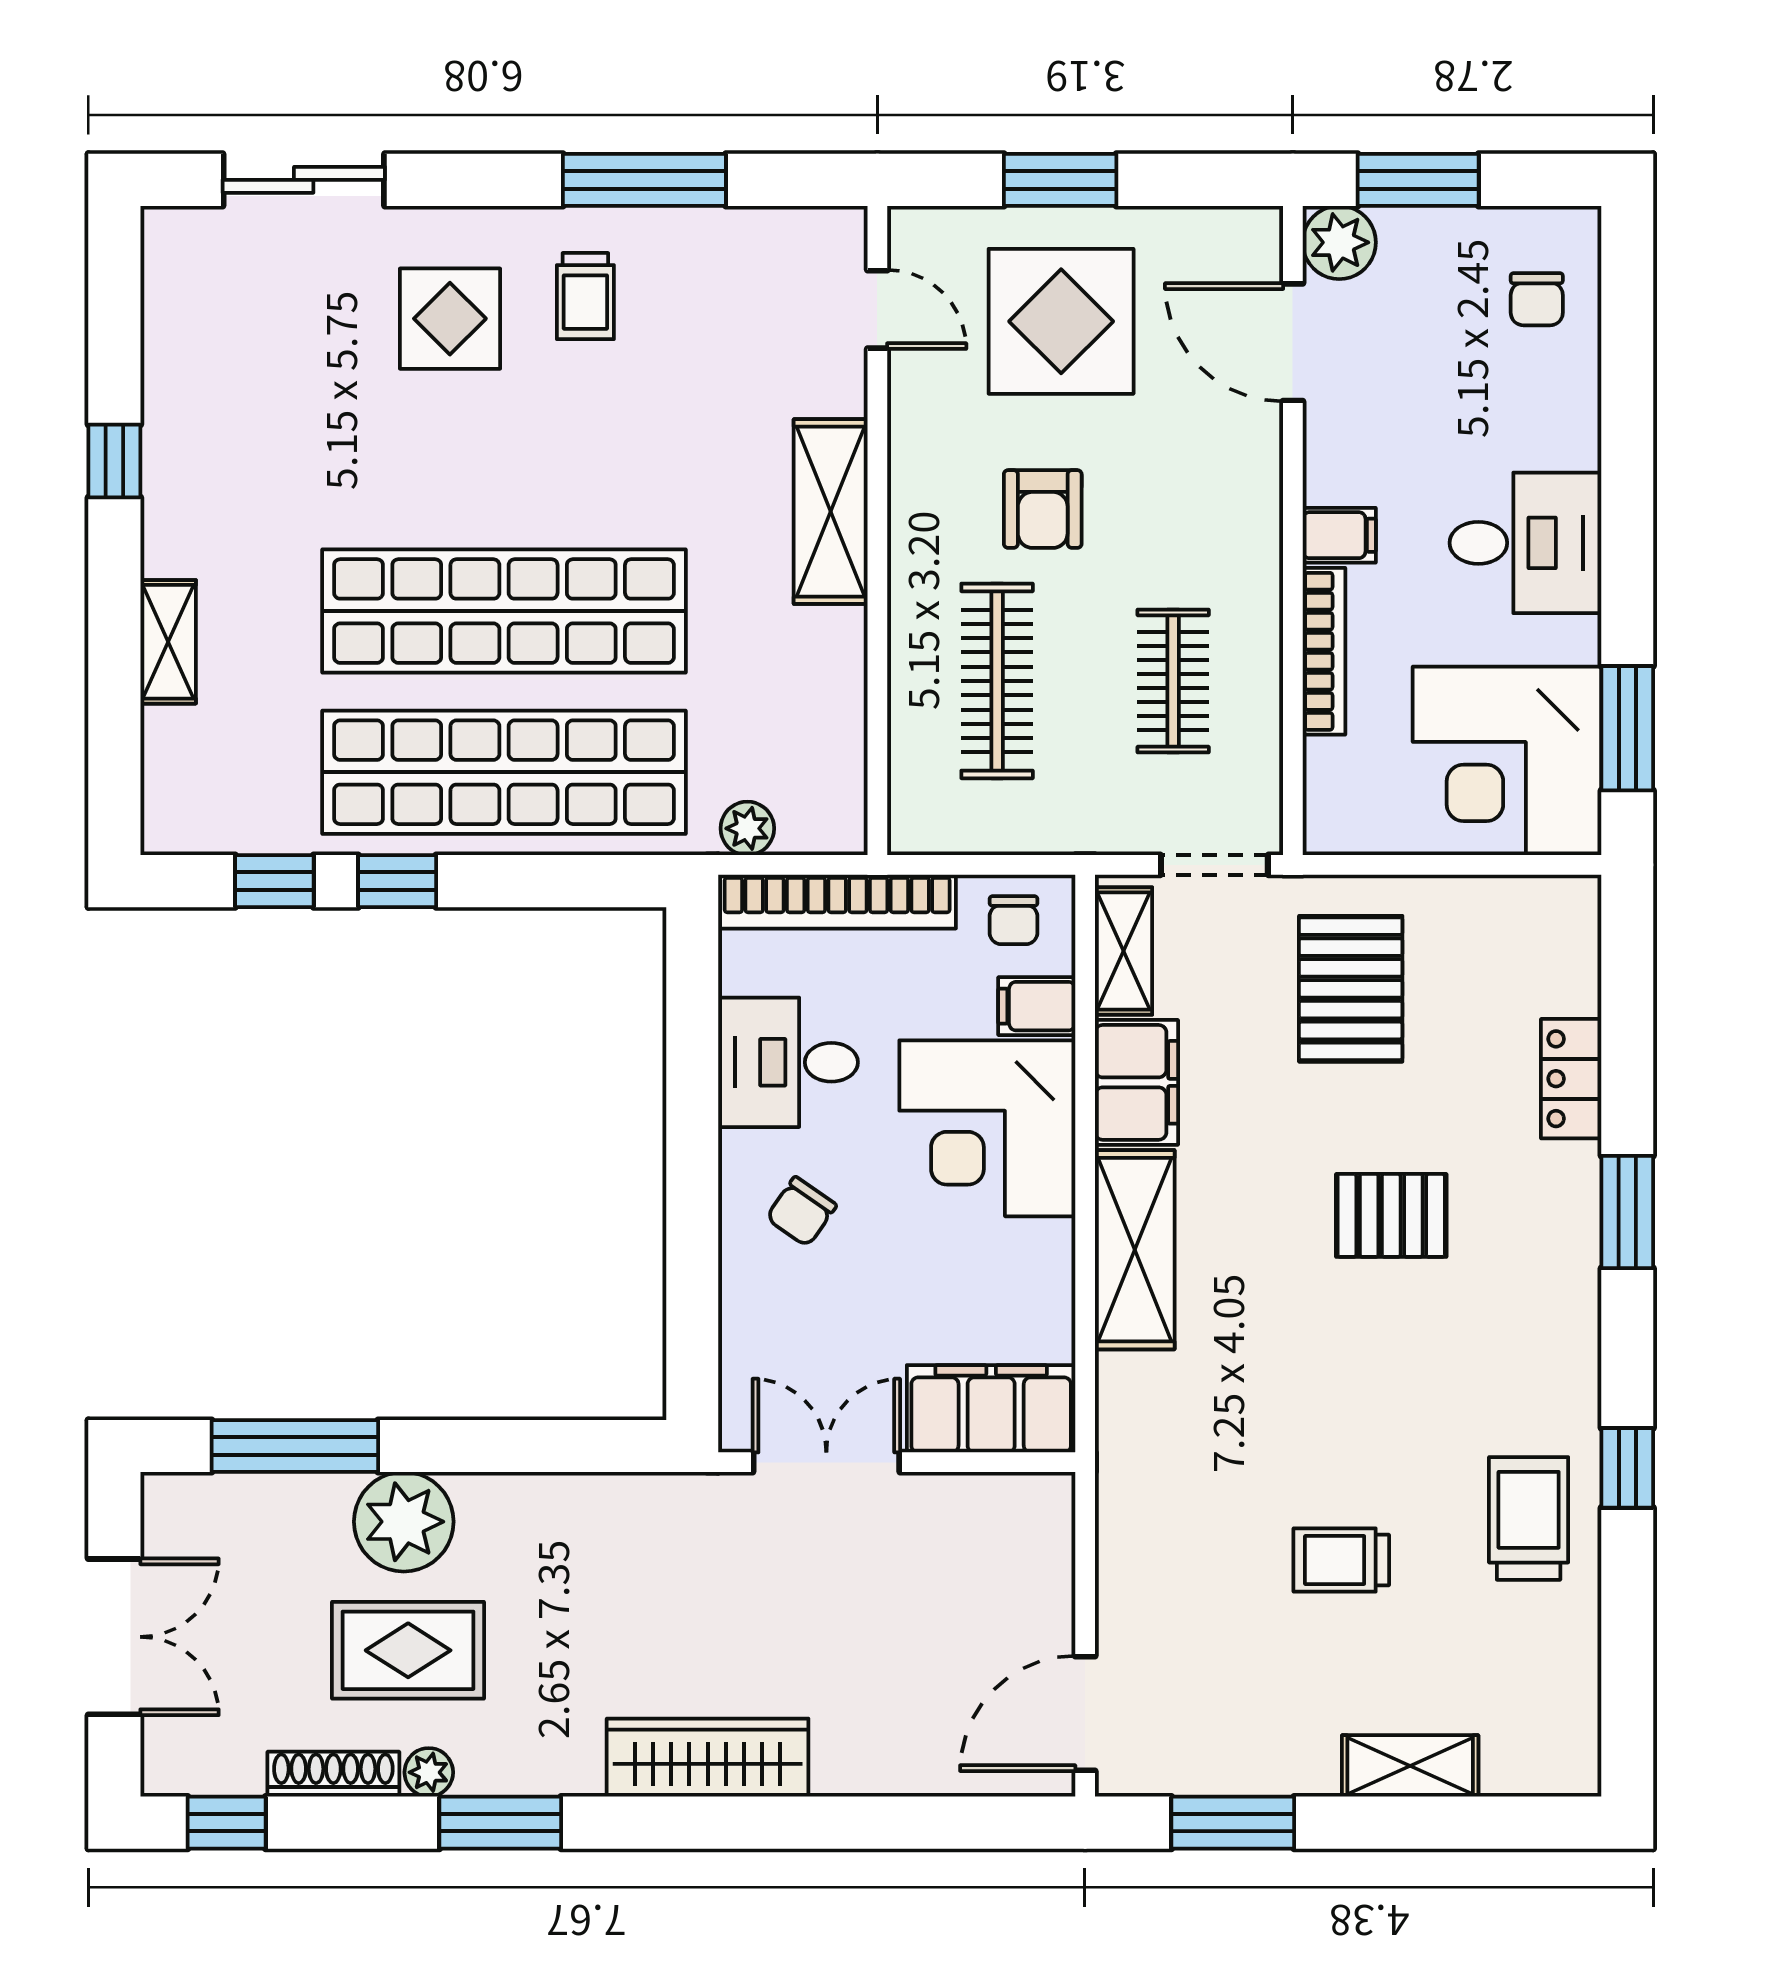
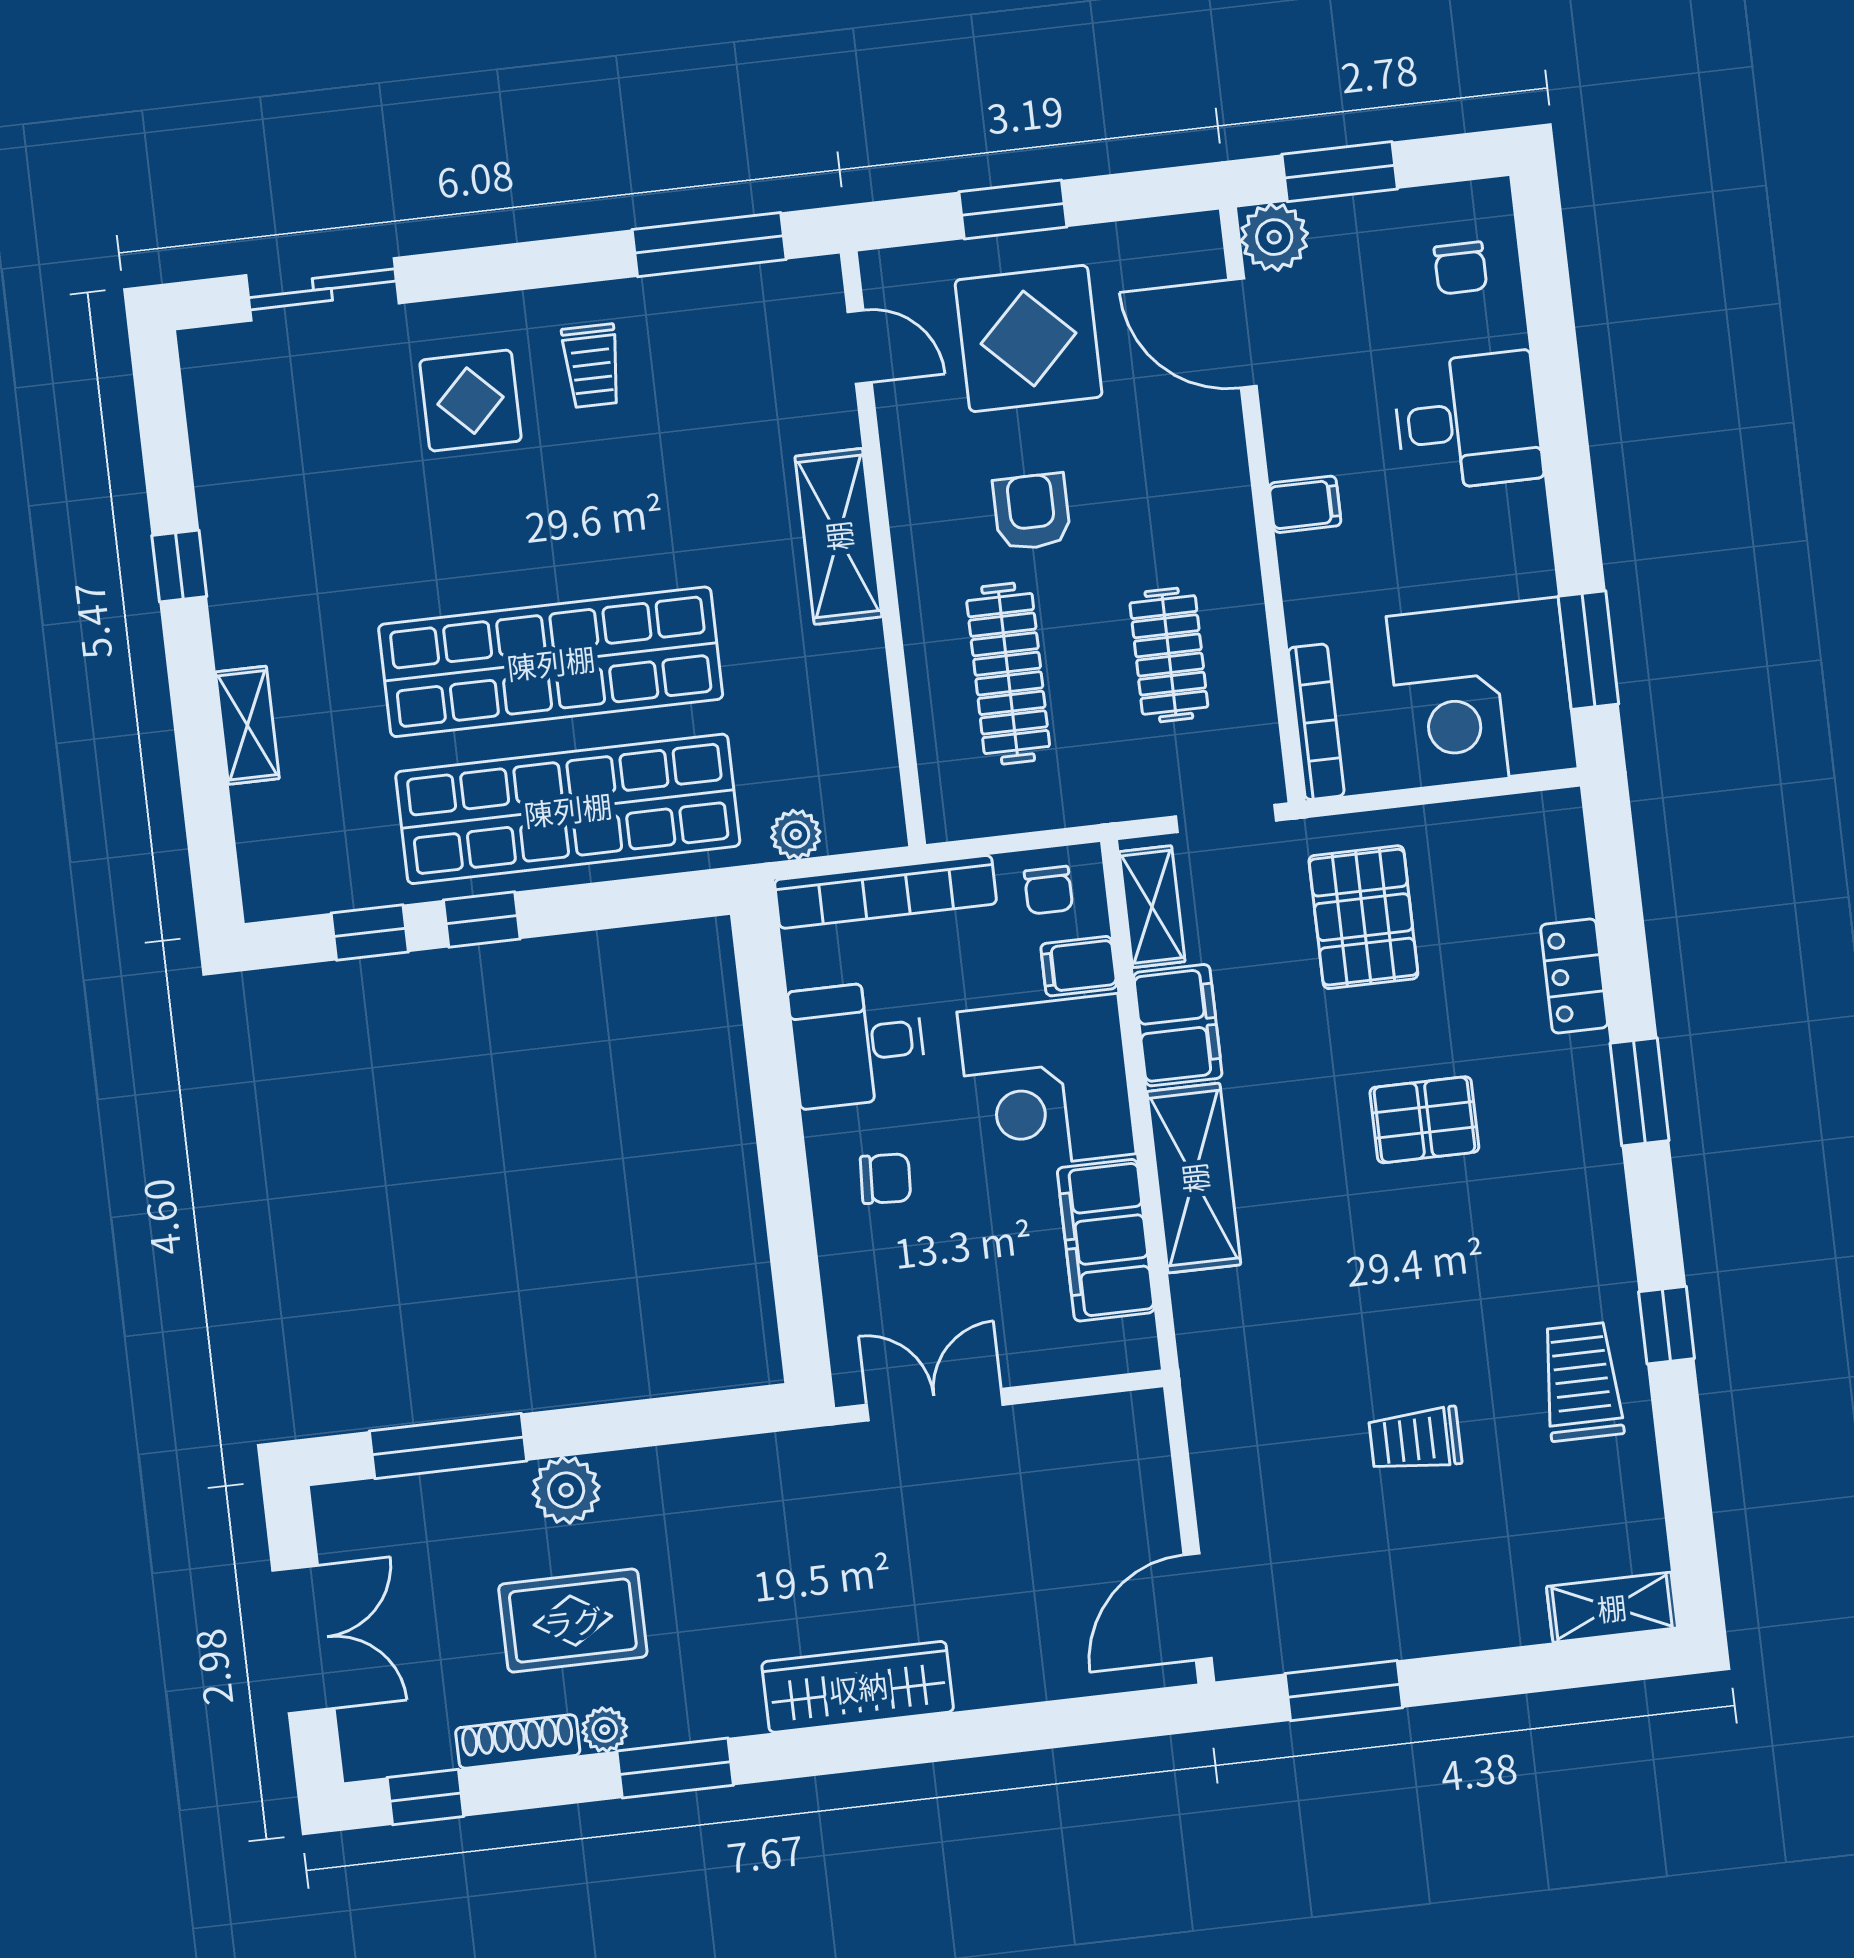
window: (644, 180) -> (709, 245), moved
armchair: (1043, 509) -> (1032, 512), turned 180
desk: (1525, 543) -> (1468, 421), moved
bookcase: (1324, 651) -> (1316, 722), moved
chair: (801, 1212) -> (885, 1179), turned -122
filing cabinet: (991, 1409) -> (1106, 1240), moved, turned -90
plant: (404, 1522) -> (566, 1490), width x0.73, depth x0.73
shelving: (1410, 1766) -> (1612, 1607), moved

